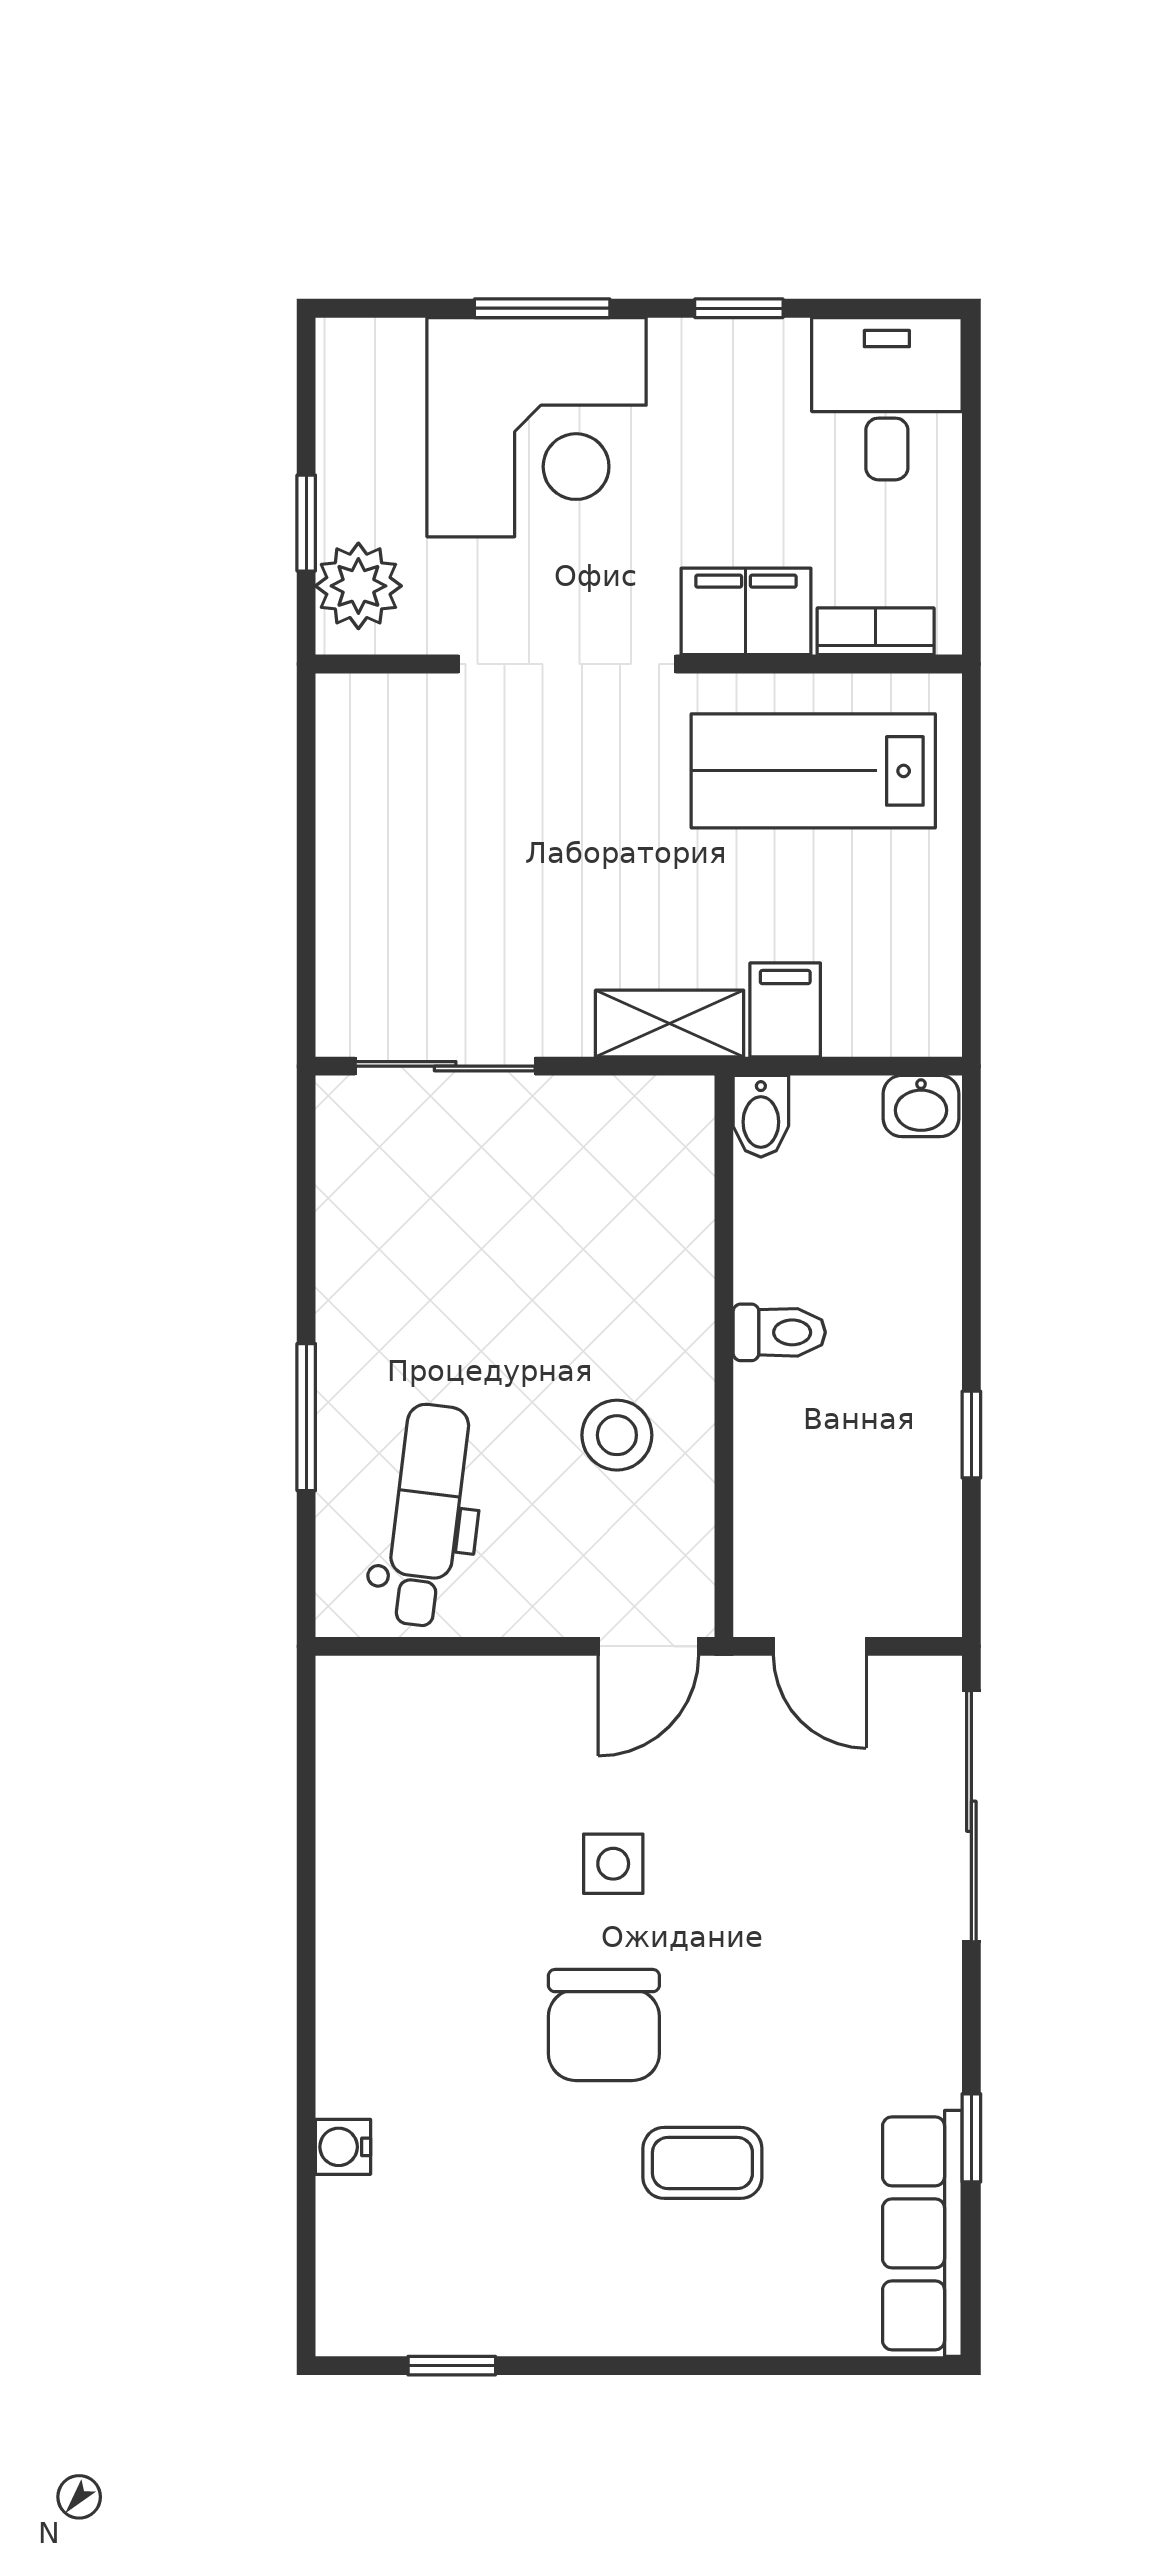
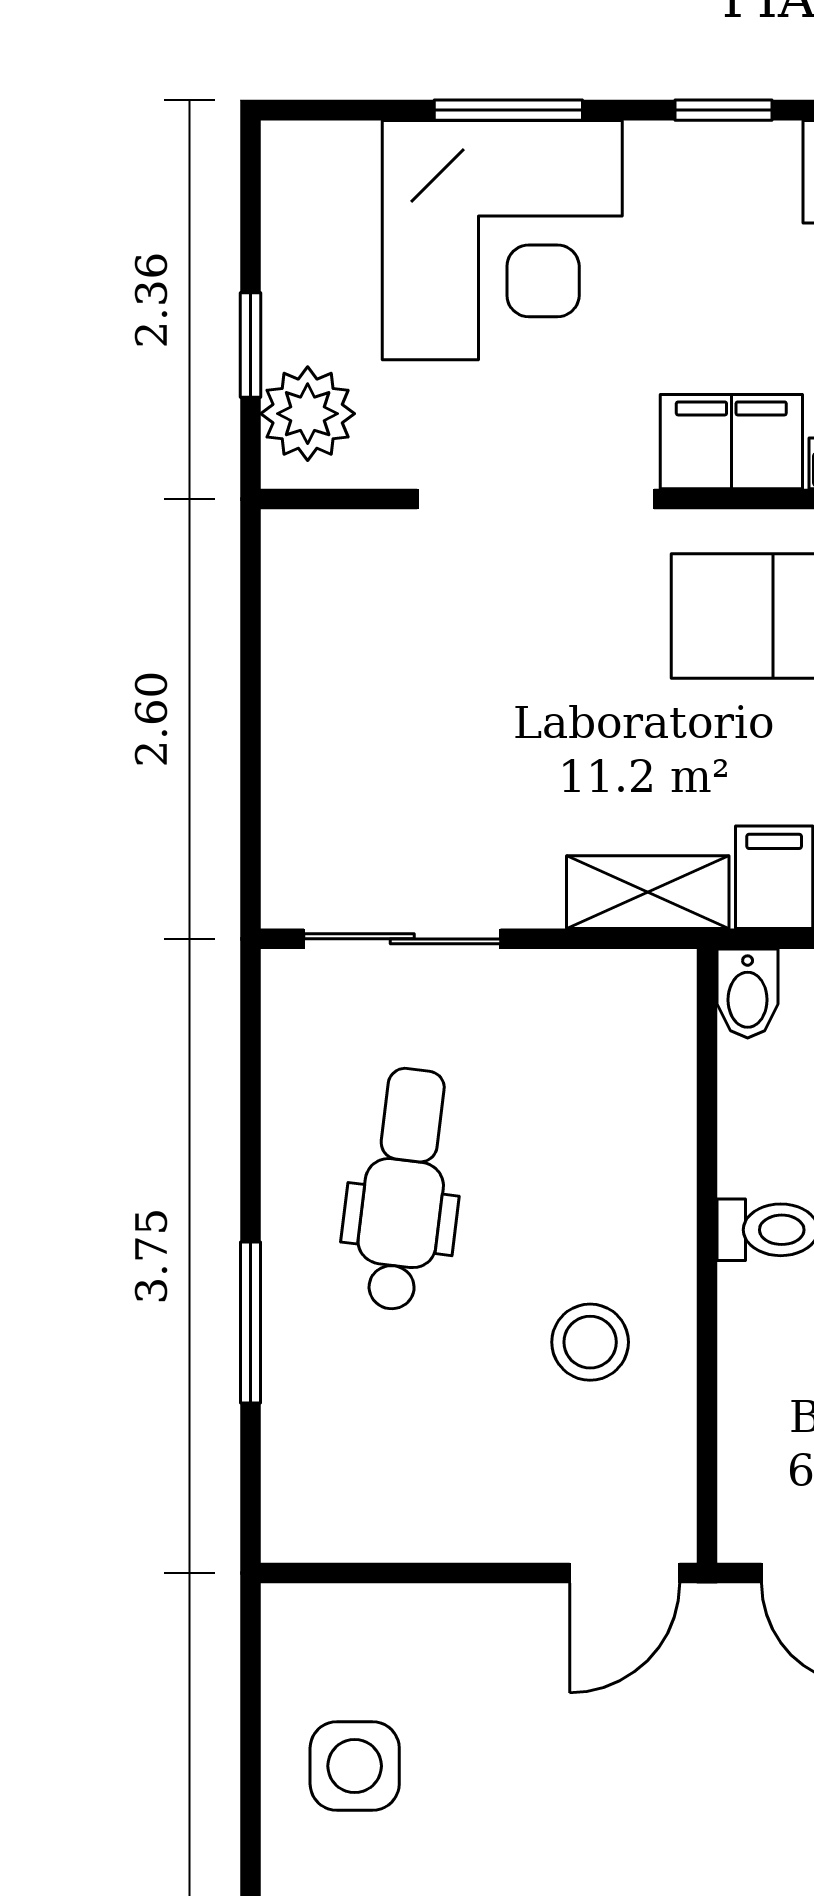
dental chair: (427, 1515) -> (404, 1189), moved
side table: (613, 1864) -> (355, 1766), moved, width x1.37, depth x1.37

